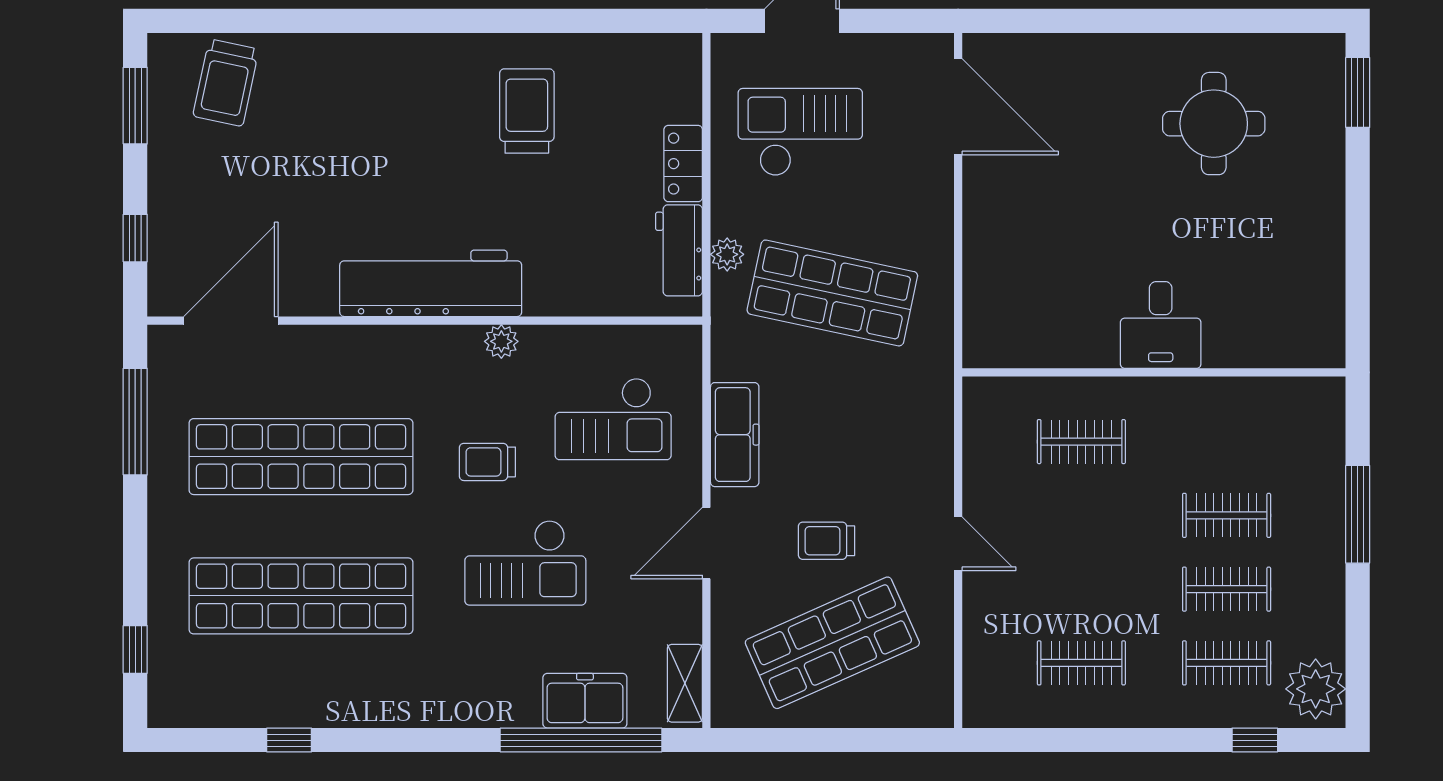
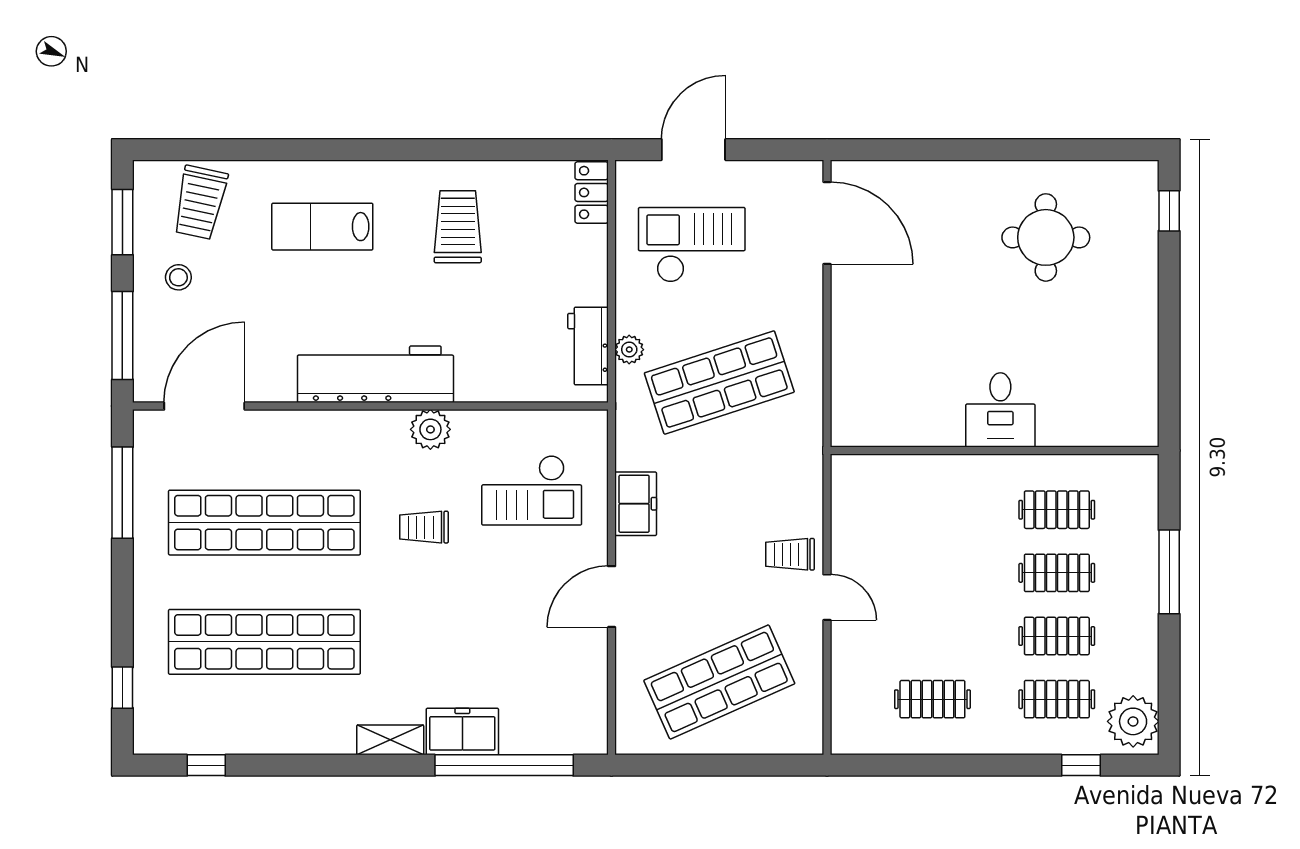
window: (1358, 92) -> (1169, 211), width x0.67
lab bench: (369, 111) -> (322, 227), added
locker: (683, 164) -> (592, 192), moved
stool: (201, 170) -> (178, 277), added
window: (135, 238) -> (122, 335), width x2.17
shop shelf: (832, 293) -> (719, 382), turned -30
plant: (501, 341) -> (430, 429), width x1.38, depth x1.38
freezer: (735, 435) -> (636, 504), width x0.71
clothes rail: (1081, 442) -> (1057, 510), moved
trolley: (826, 541) -> (790, 554), moved
checkout: (525, 563) -> (456, 613), removed
shelving: (685, 683) -> (390, 740), moved, turned 90
freezer: (585, 701) -> (462, 732), moved
window: (289, 740) -> (206, 765), moved

